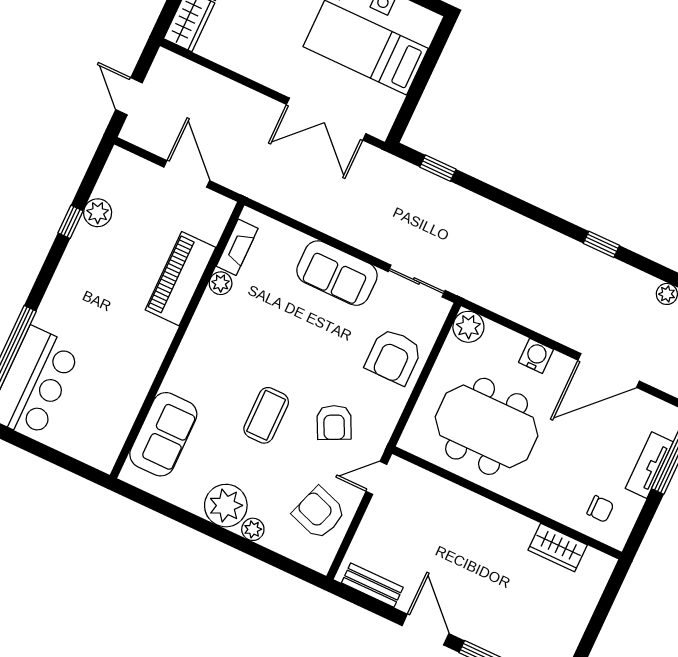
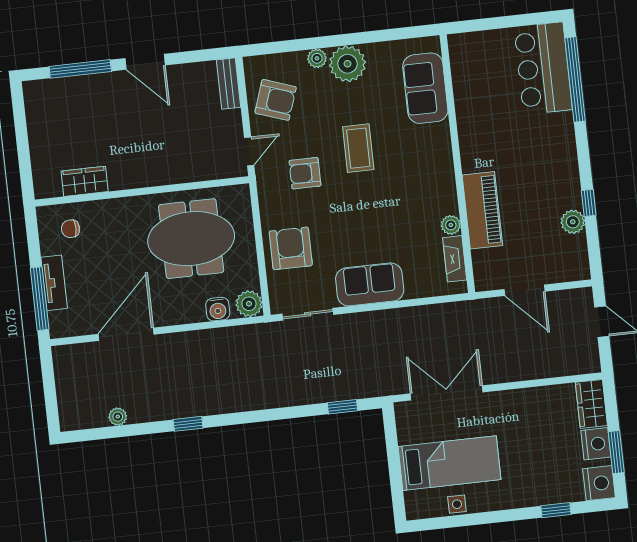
water cooler: (536, 356) -> (218, 309), moved
armchair: (334, 423) -> (305, 173), turned -64
bench: (372, 585) -> (229, 84), moved, turned 90

